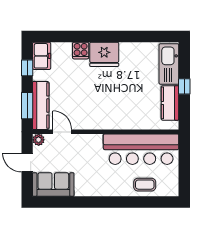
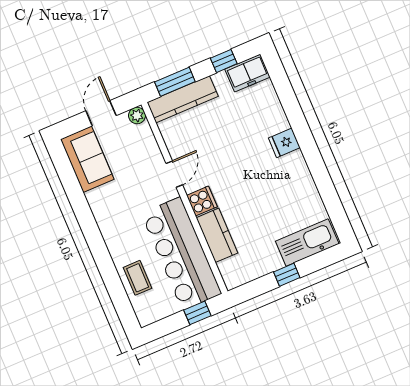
cooker: (81, 51) -> (202, 201), moved, turned 180
fridge: (104, 54) -> (284, 143), width x0.53, depth x0.75
kitchen counter: (170, 103) -> (217, 235), moved, turned 90
door: (62, 132) -> (174, 174), moved
window: (184, 155) -> (197, 313), added

